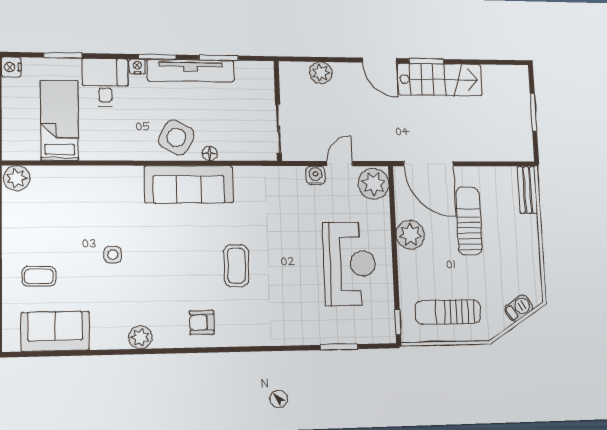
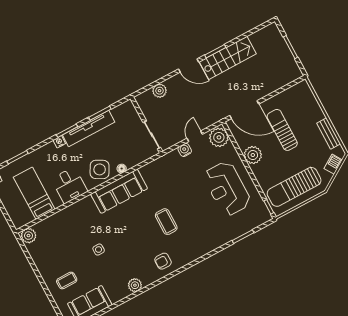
desk: (105, 82) -> (69, 185), moved, turned 180
bench: (527, 190) -> (329, 133), moved
reception desk: (350, 264) -> (227, 189), turned 180
sun lounger: (448, 312) -> (294, 187), width x1.36, depth x1.34

